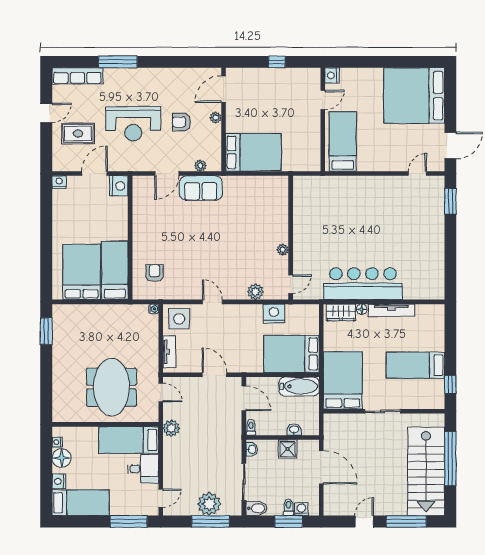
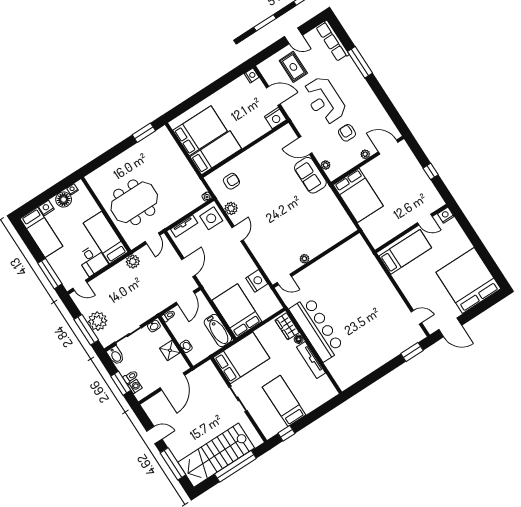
plant: (255, 292) -> (231, 208), moved

